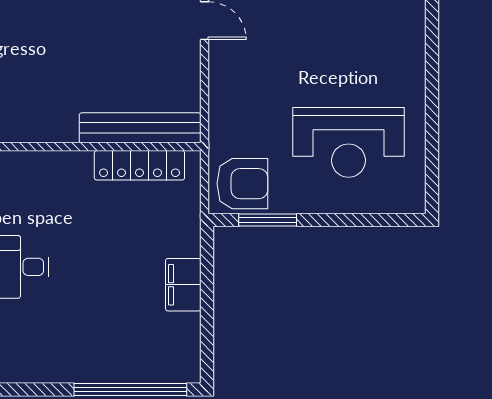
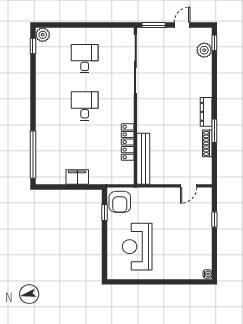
locker: (139, 165) -> (128, 142), moved
window: (268, 220) -> (104, 213), width x0.67

